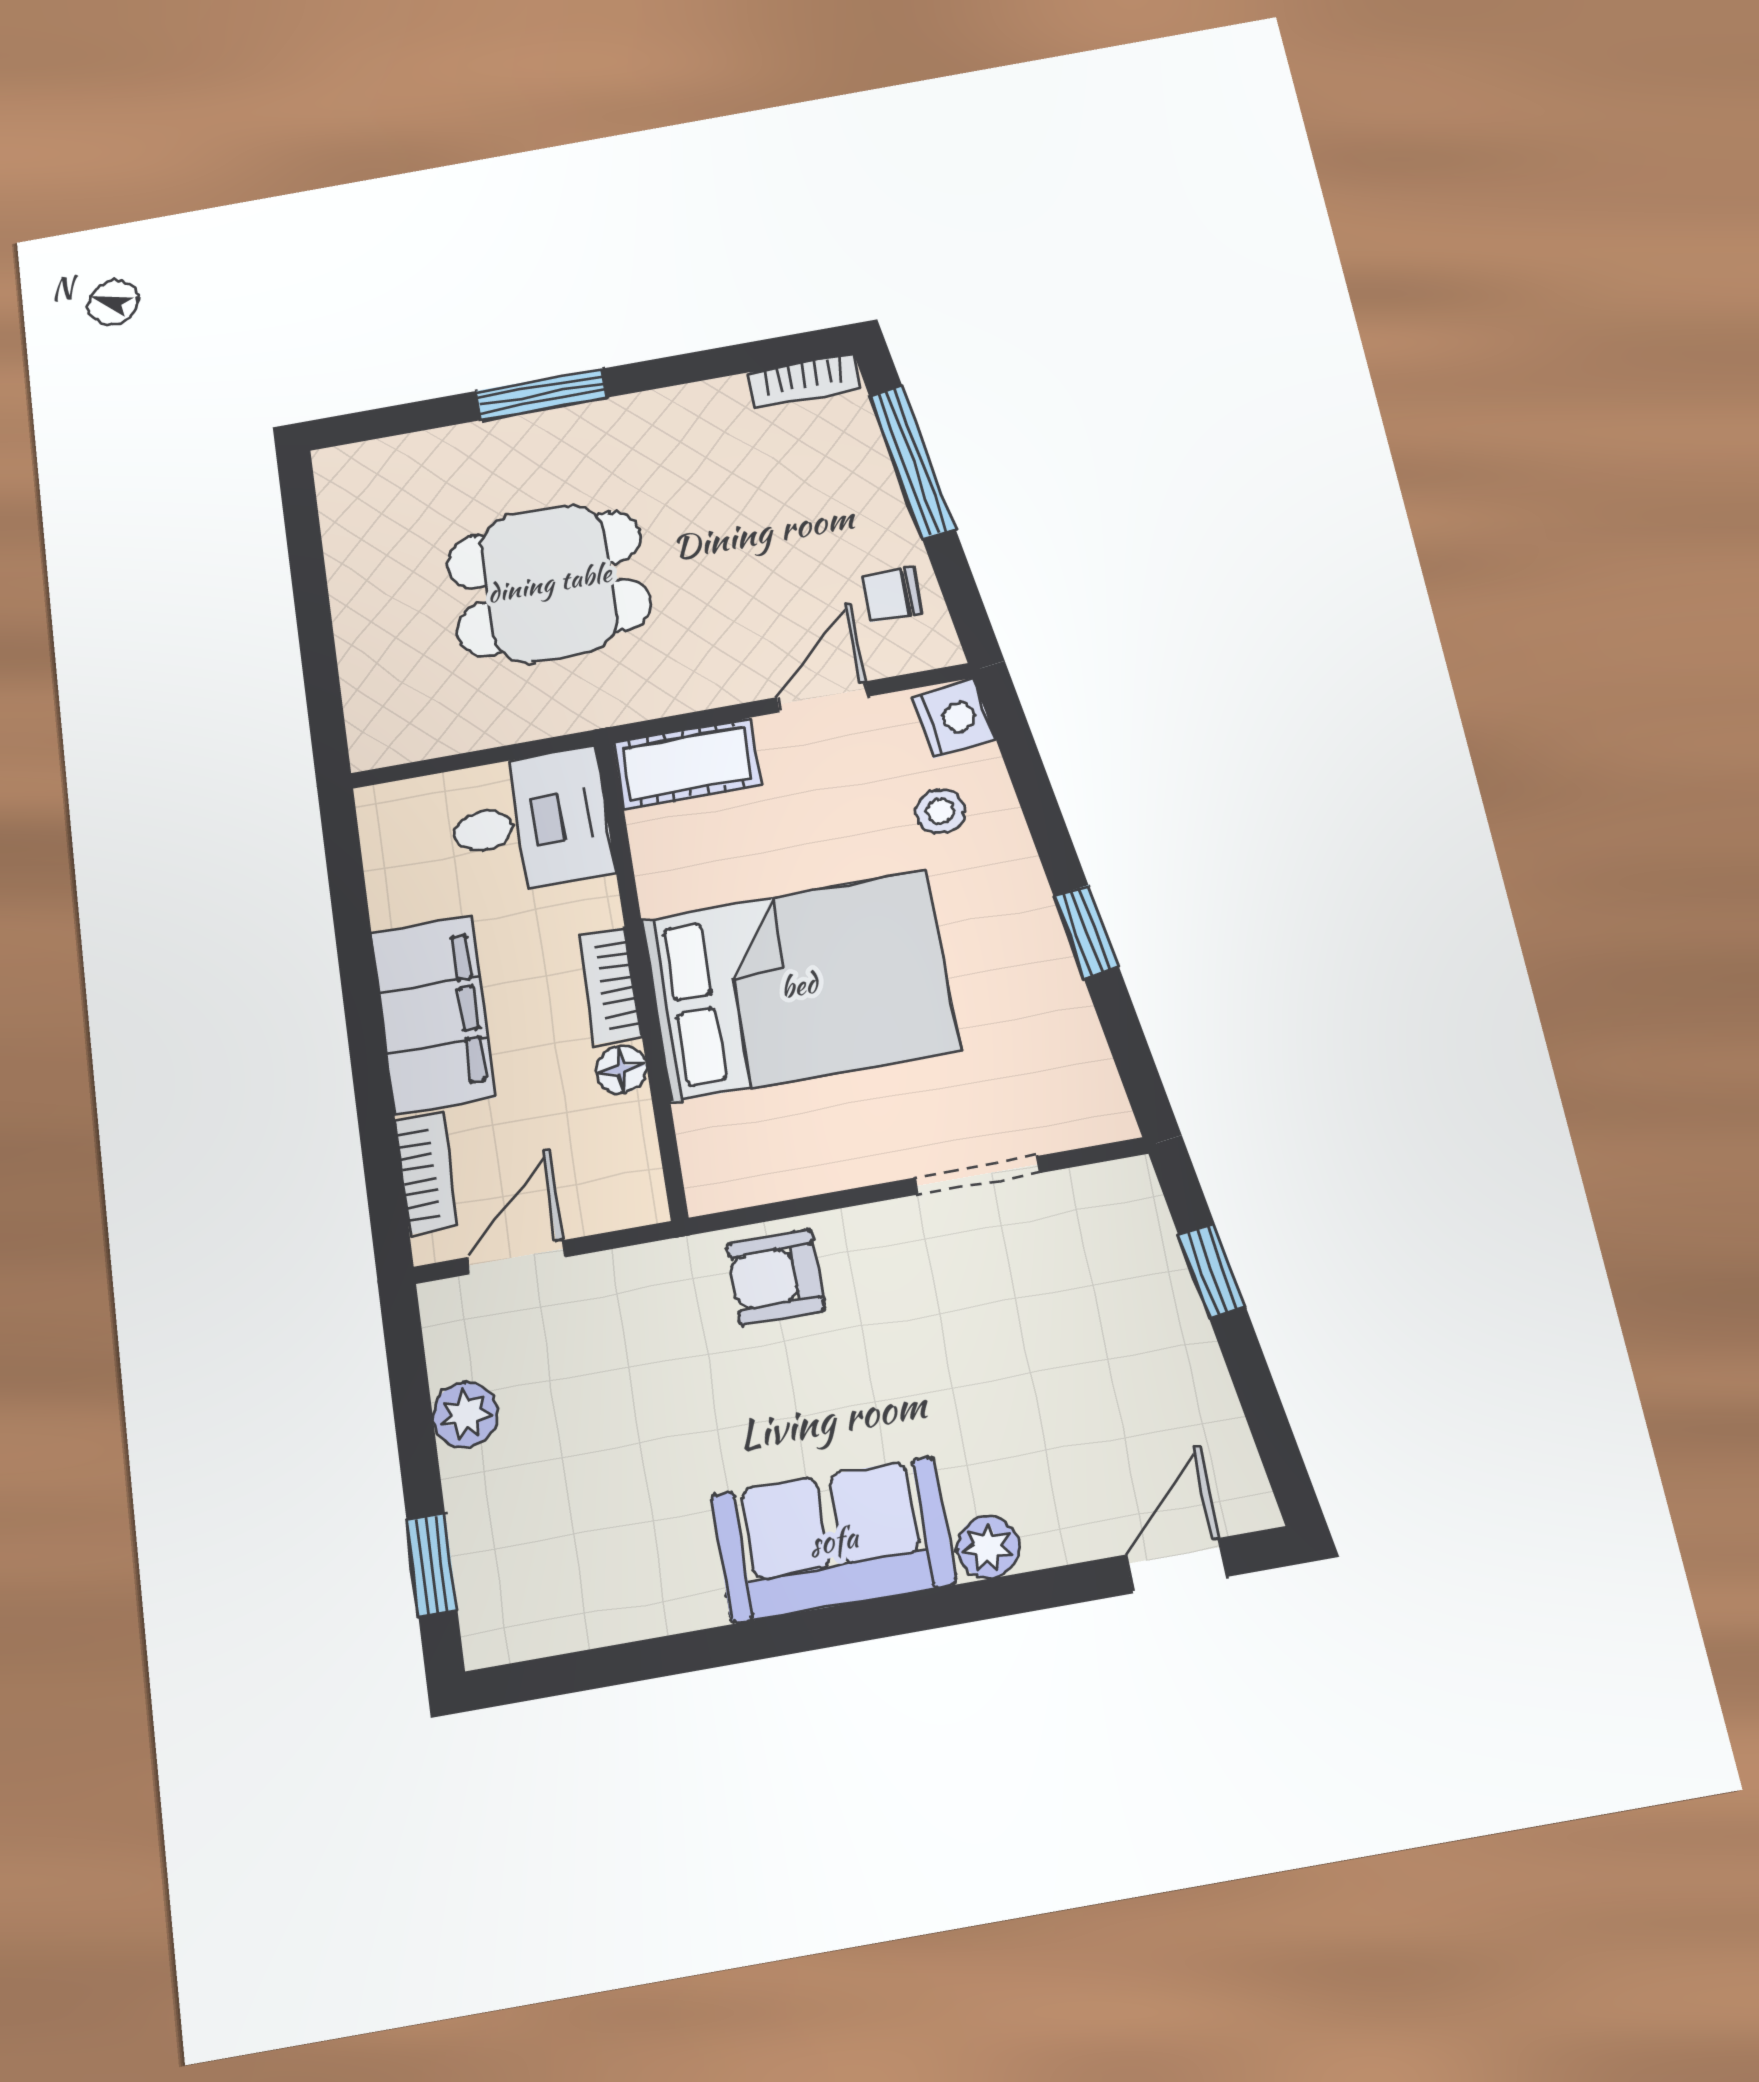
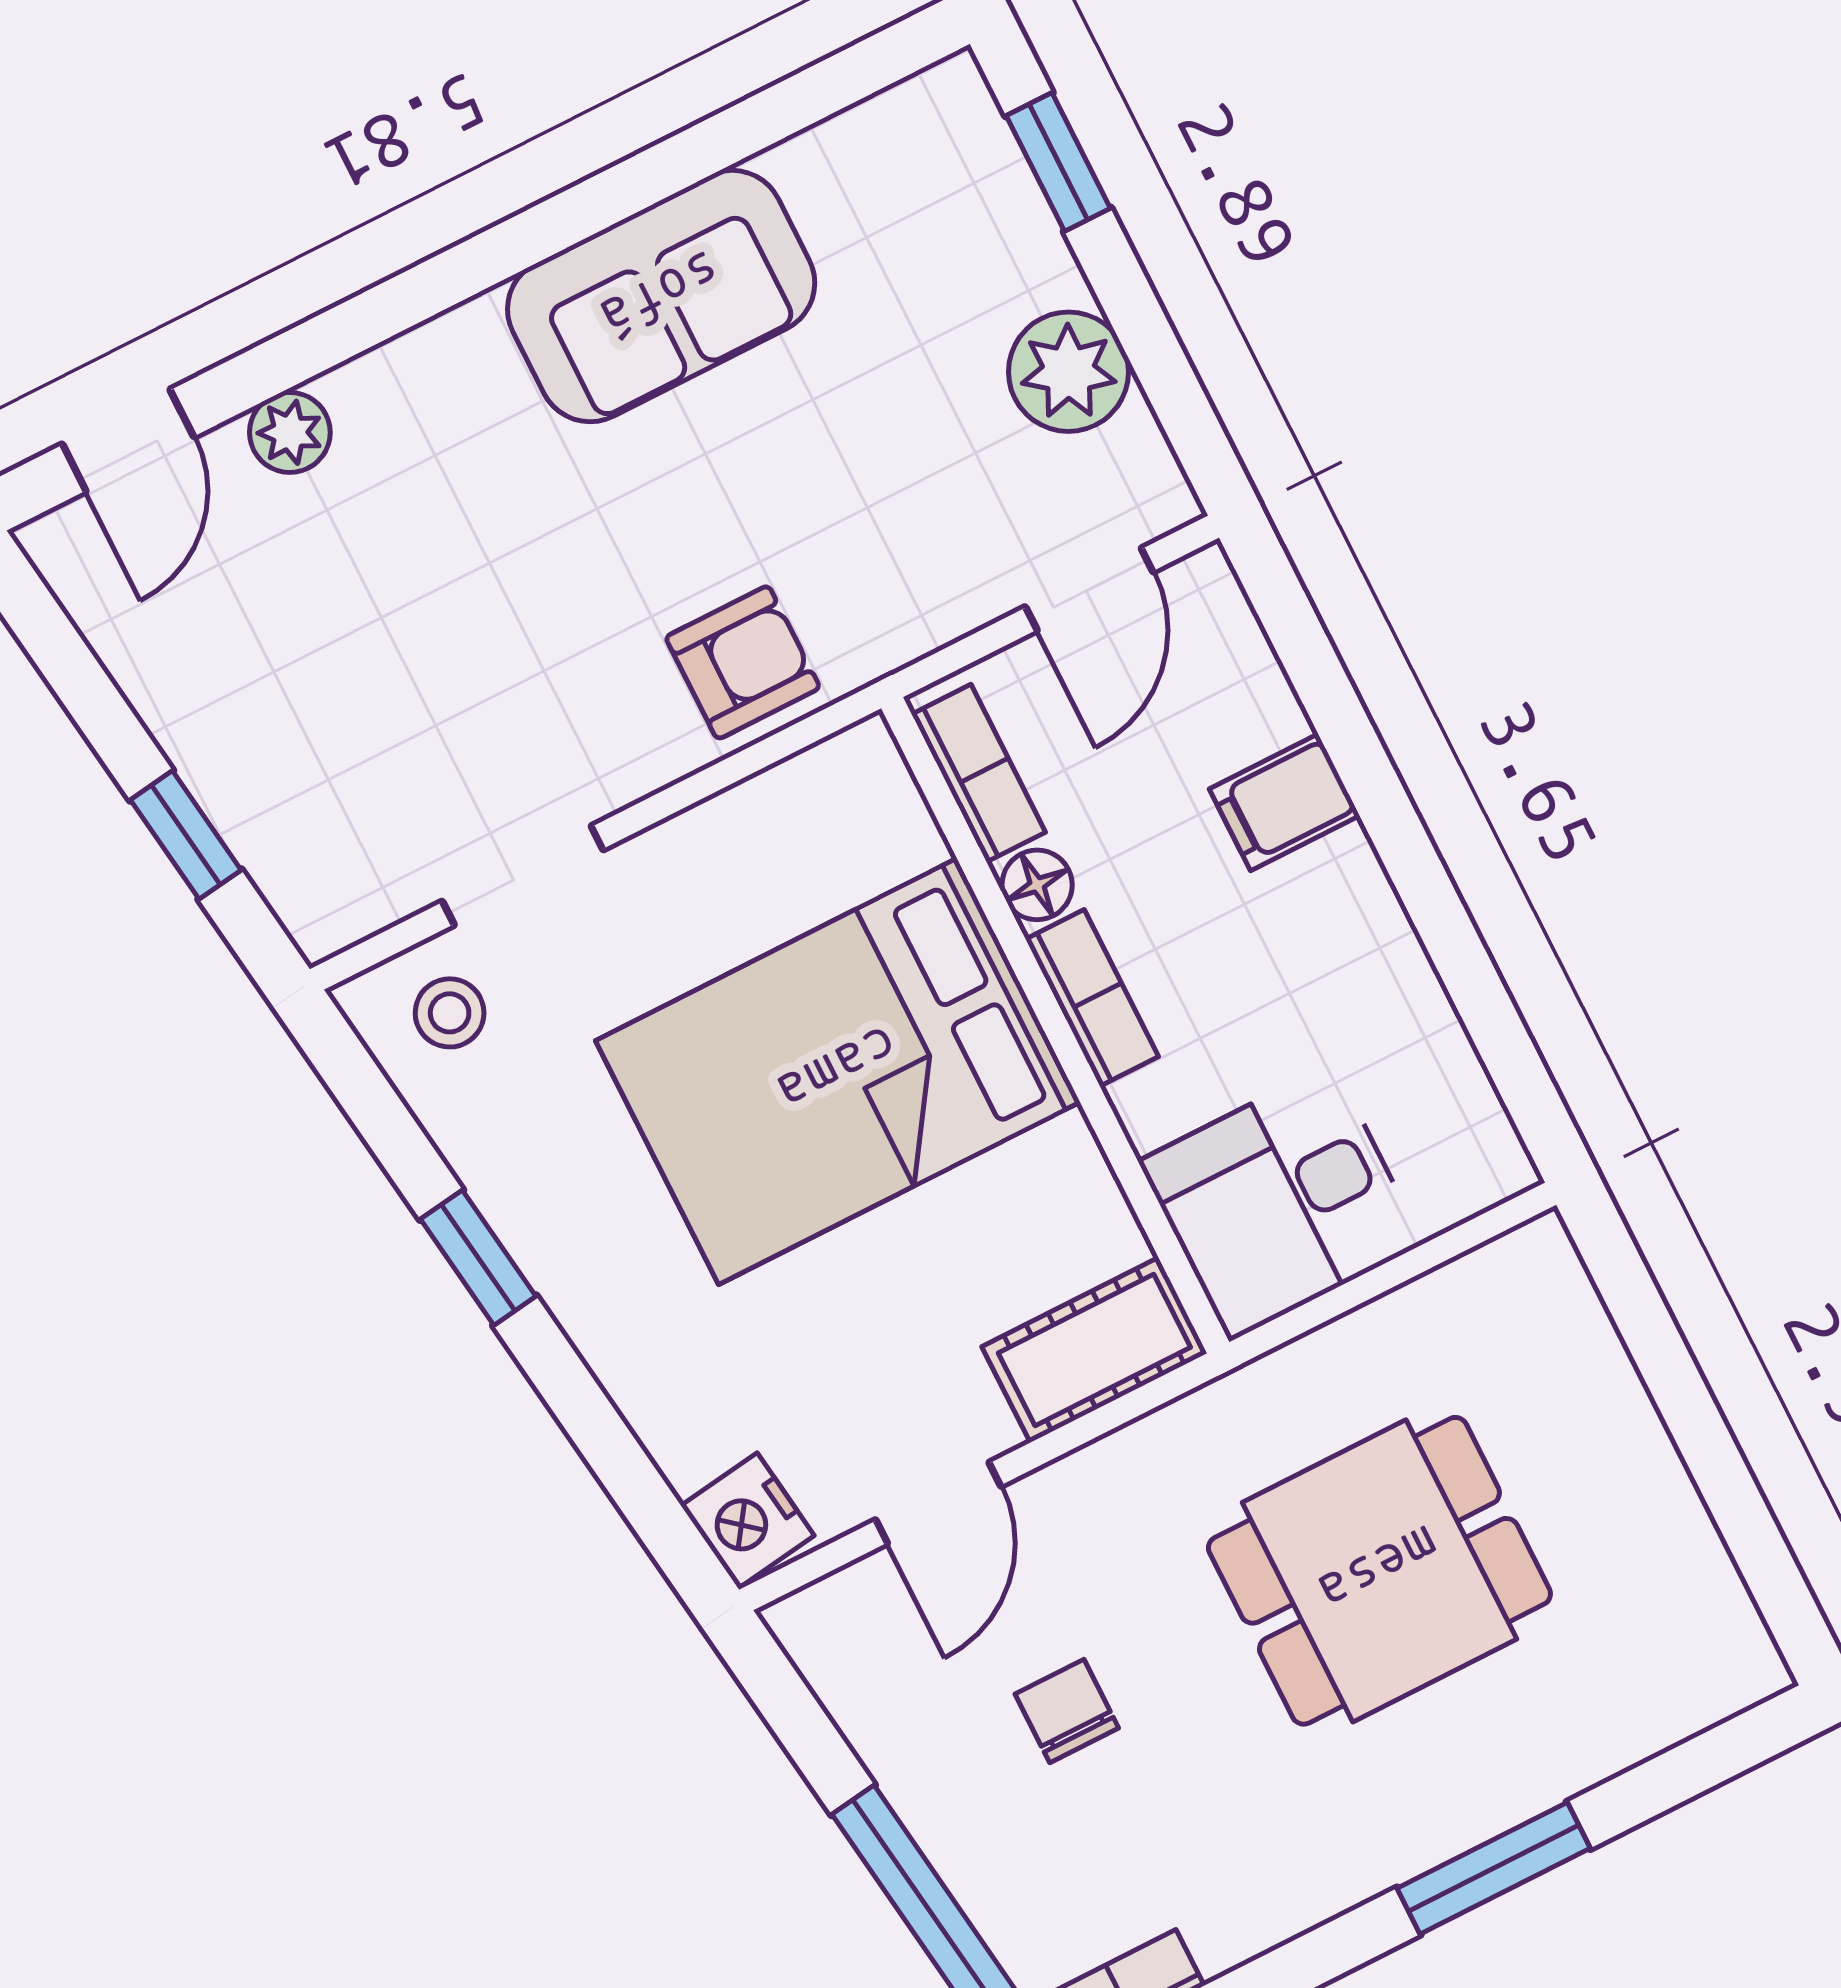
chair: (892, 595) -> (1067, 1711), moved, turned -90
stool: (940, 811) -> (450, 1013), moved
filing cabinet: (433, 1014) -> (1284, 802), width x0.33, depth x0.86
bookcase: (426, 1173) -> (979, 773), moved, turned 180
plant: (465, 1415) -> (1068, 372), width x1.38, depth x1.38
sofa: (833, 1540) -> (661, 296), moved
plant: (988, 1547) -> (290, 432), moved

